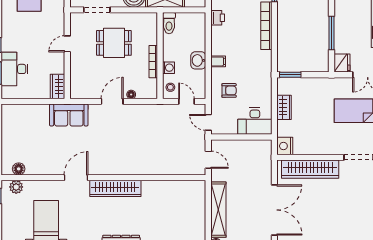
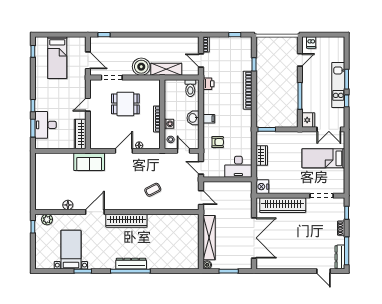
toilet: (169, 23) -> (190, 88), moved
wardrobe: (58, 87) -> (80, 134), width x1.50
coffee table: (148, 150) -> (153, 190), added
floor lamp: (19, 169) -> (68, 205), moved

